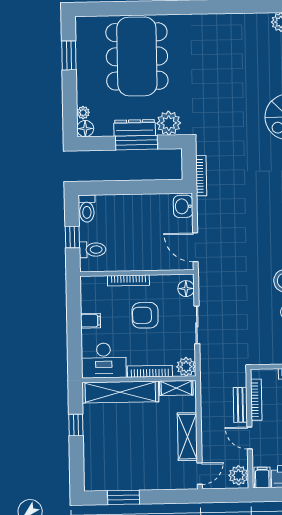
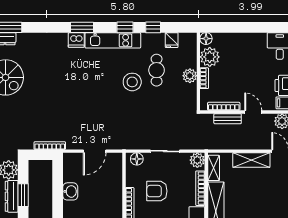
window: (136, 143) -> (23, 195), width x0.69
washbasin: (183, 206) -> (70, 191), moved, turned -90
door: (195, 247) -> (95, 151), moved
armchair: (145, 315) -> (157, 191), turned 90
door: (250, 438) -> (253, 112), swing flipped

